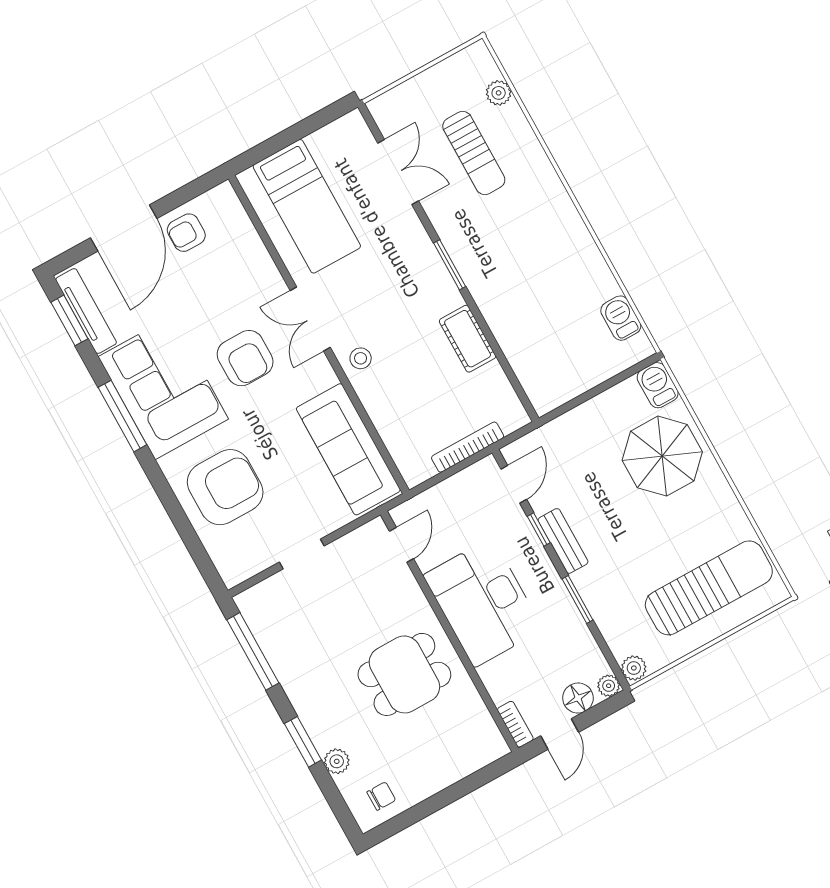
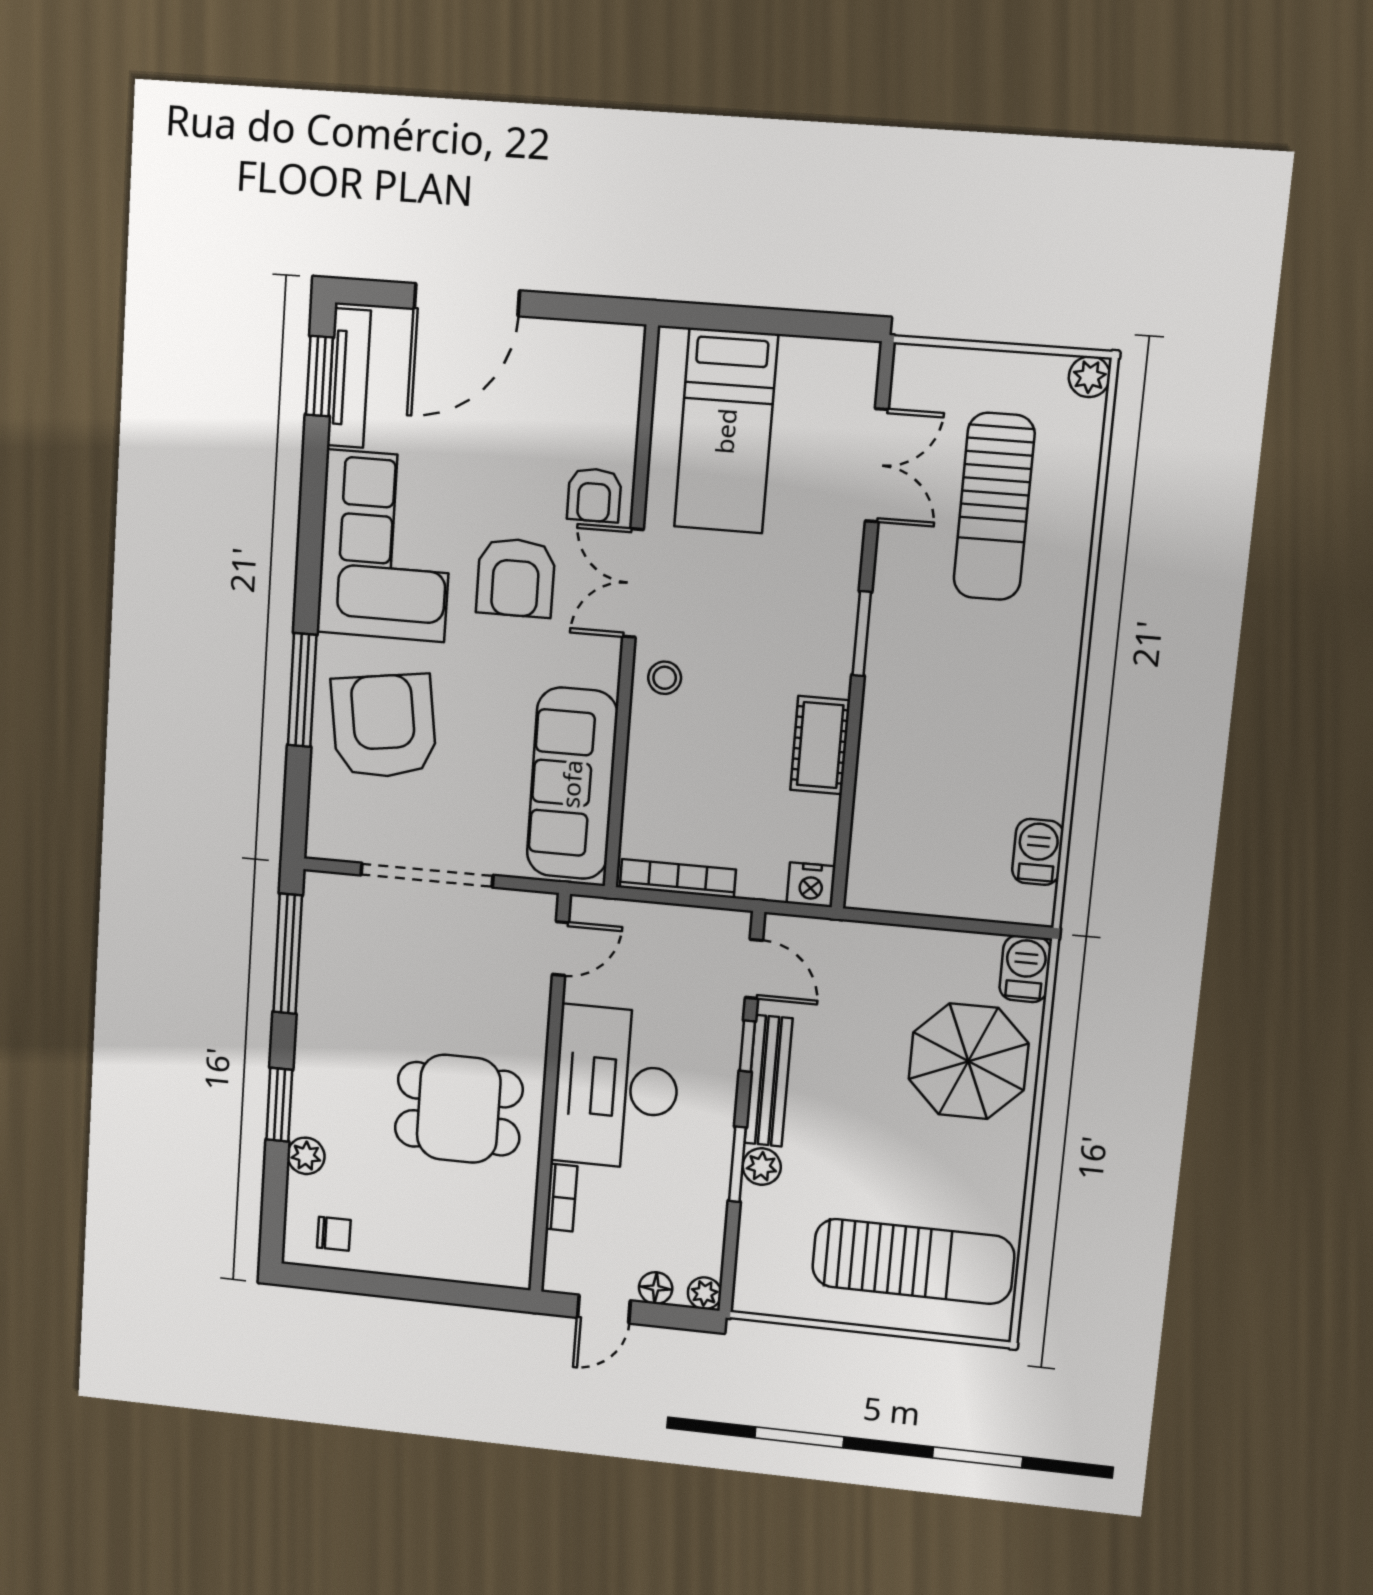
plant: (499, 93) -> (1089, 377), moved
sun lounger: (474, 153) -> (994, 507), width x1.36, depth x1.34
armchair: (186, 233) -> (594, 495), moved, turned -90
window: (122, 416) -> (302, 690), moved
nightstand: (513, 417) -> (811, 885), added
bookcase: (468, 447) -> (678, 879), moved
door: (514, 484) -> (754, 969), hinge flipped
armchair: (225, 487) -> (384, 726), turned -98
bench: (563, 541) -> (769, 1081), width x1.36
doorway: (302, 554) -> (427, 875), width x1.88
plant: (634, 668) -> (762, 1167), moved
floor lamp: (578, 698) -> (656, 1288), width x0.73, depth x0.73
bookcase: (515, 724) -> (561, 1197), moved

